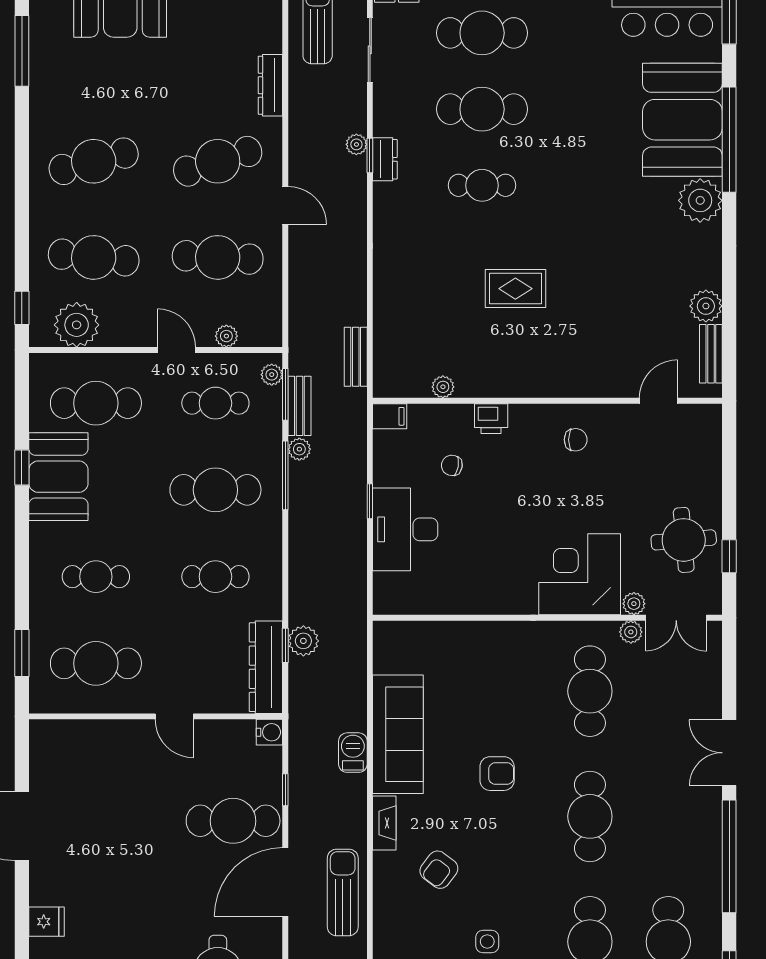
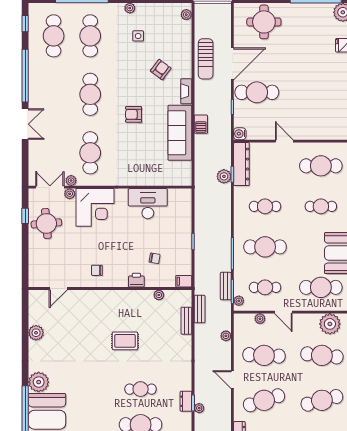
bench: (711, 354) -> (186, 321), moved
plant: (299, 449) -> (226, 336), moved
desk: (405, 529) -> (148, 204), moved, turned -90

